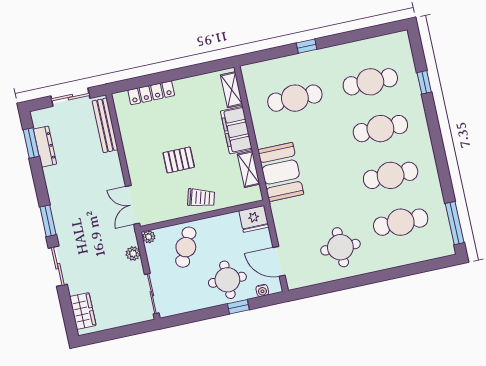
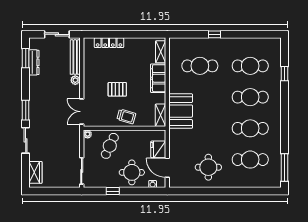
shelving: (249, 169) -> (161, 115), moved
fridge: (254, 219) -> (158, 149), moved, turned 90
plant: (133, 254) -> (75, 80), moved
window: (238, 307) -> (113, 191), moved

